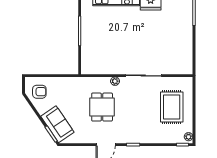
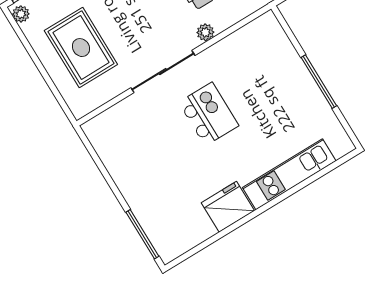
kitchen island: (135, 46) -> (209, 114), added

